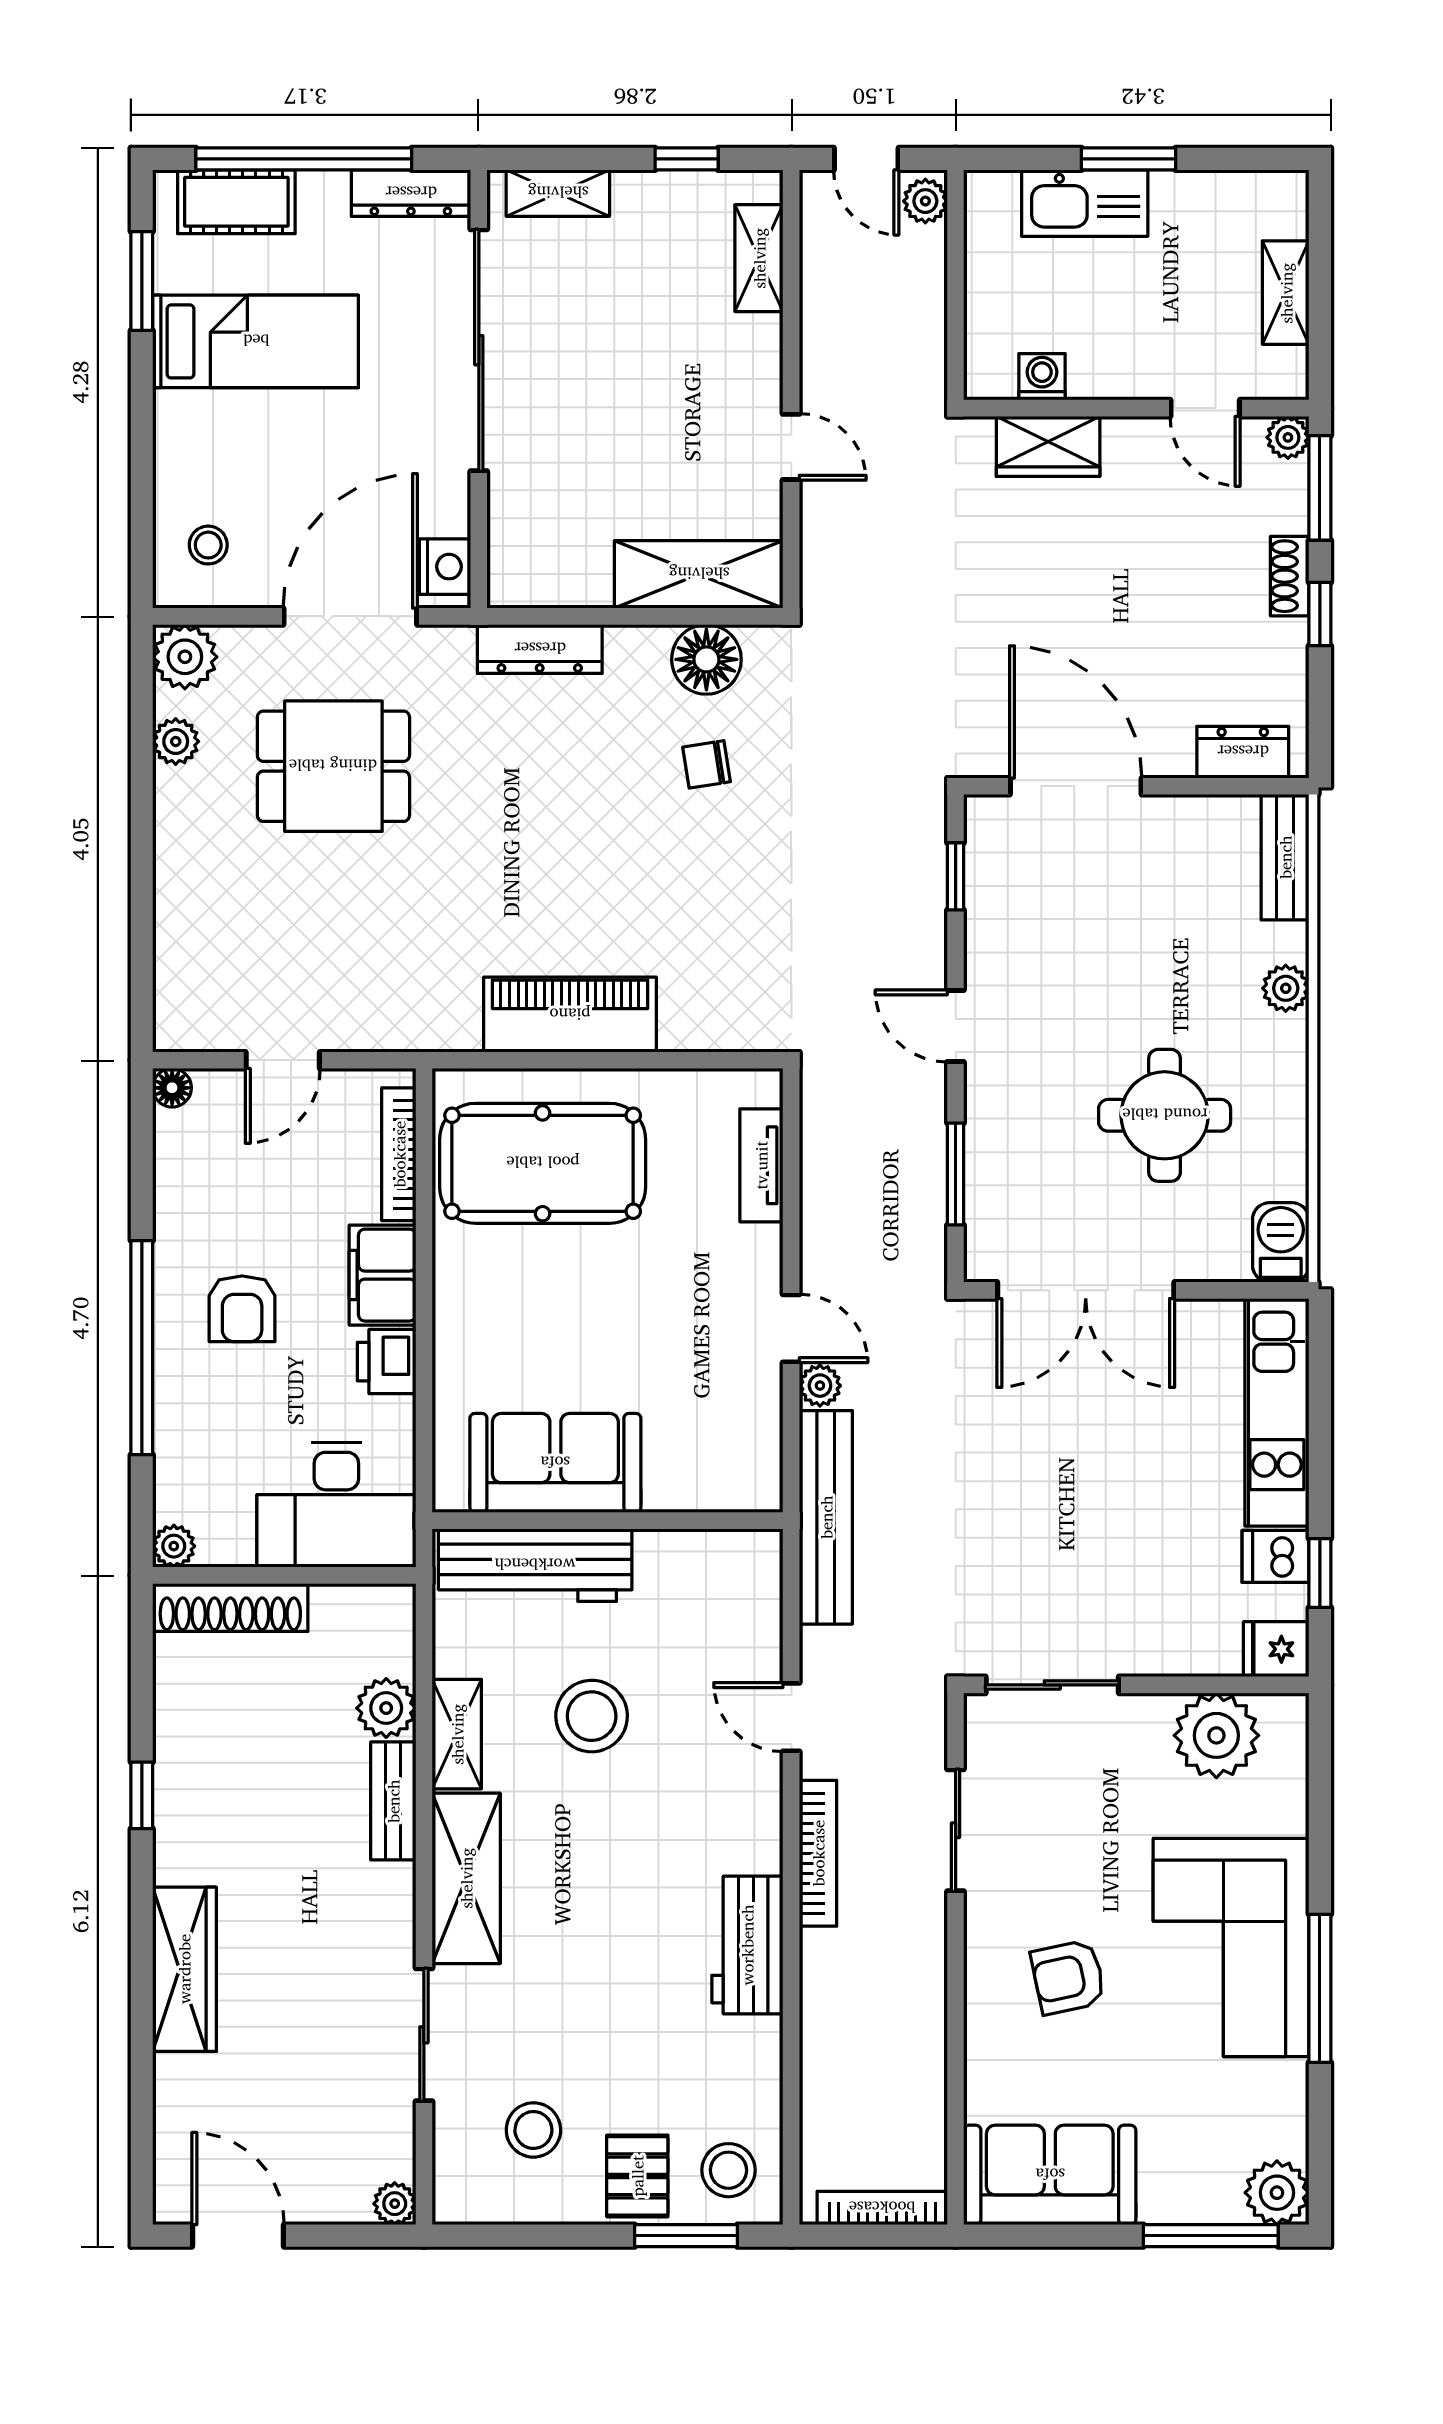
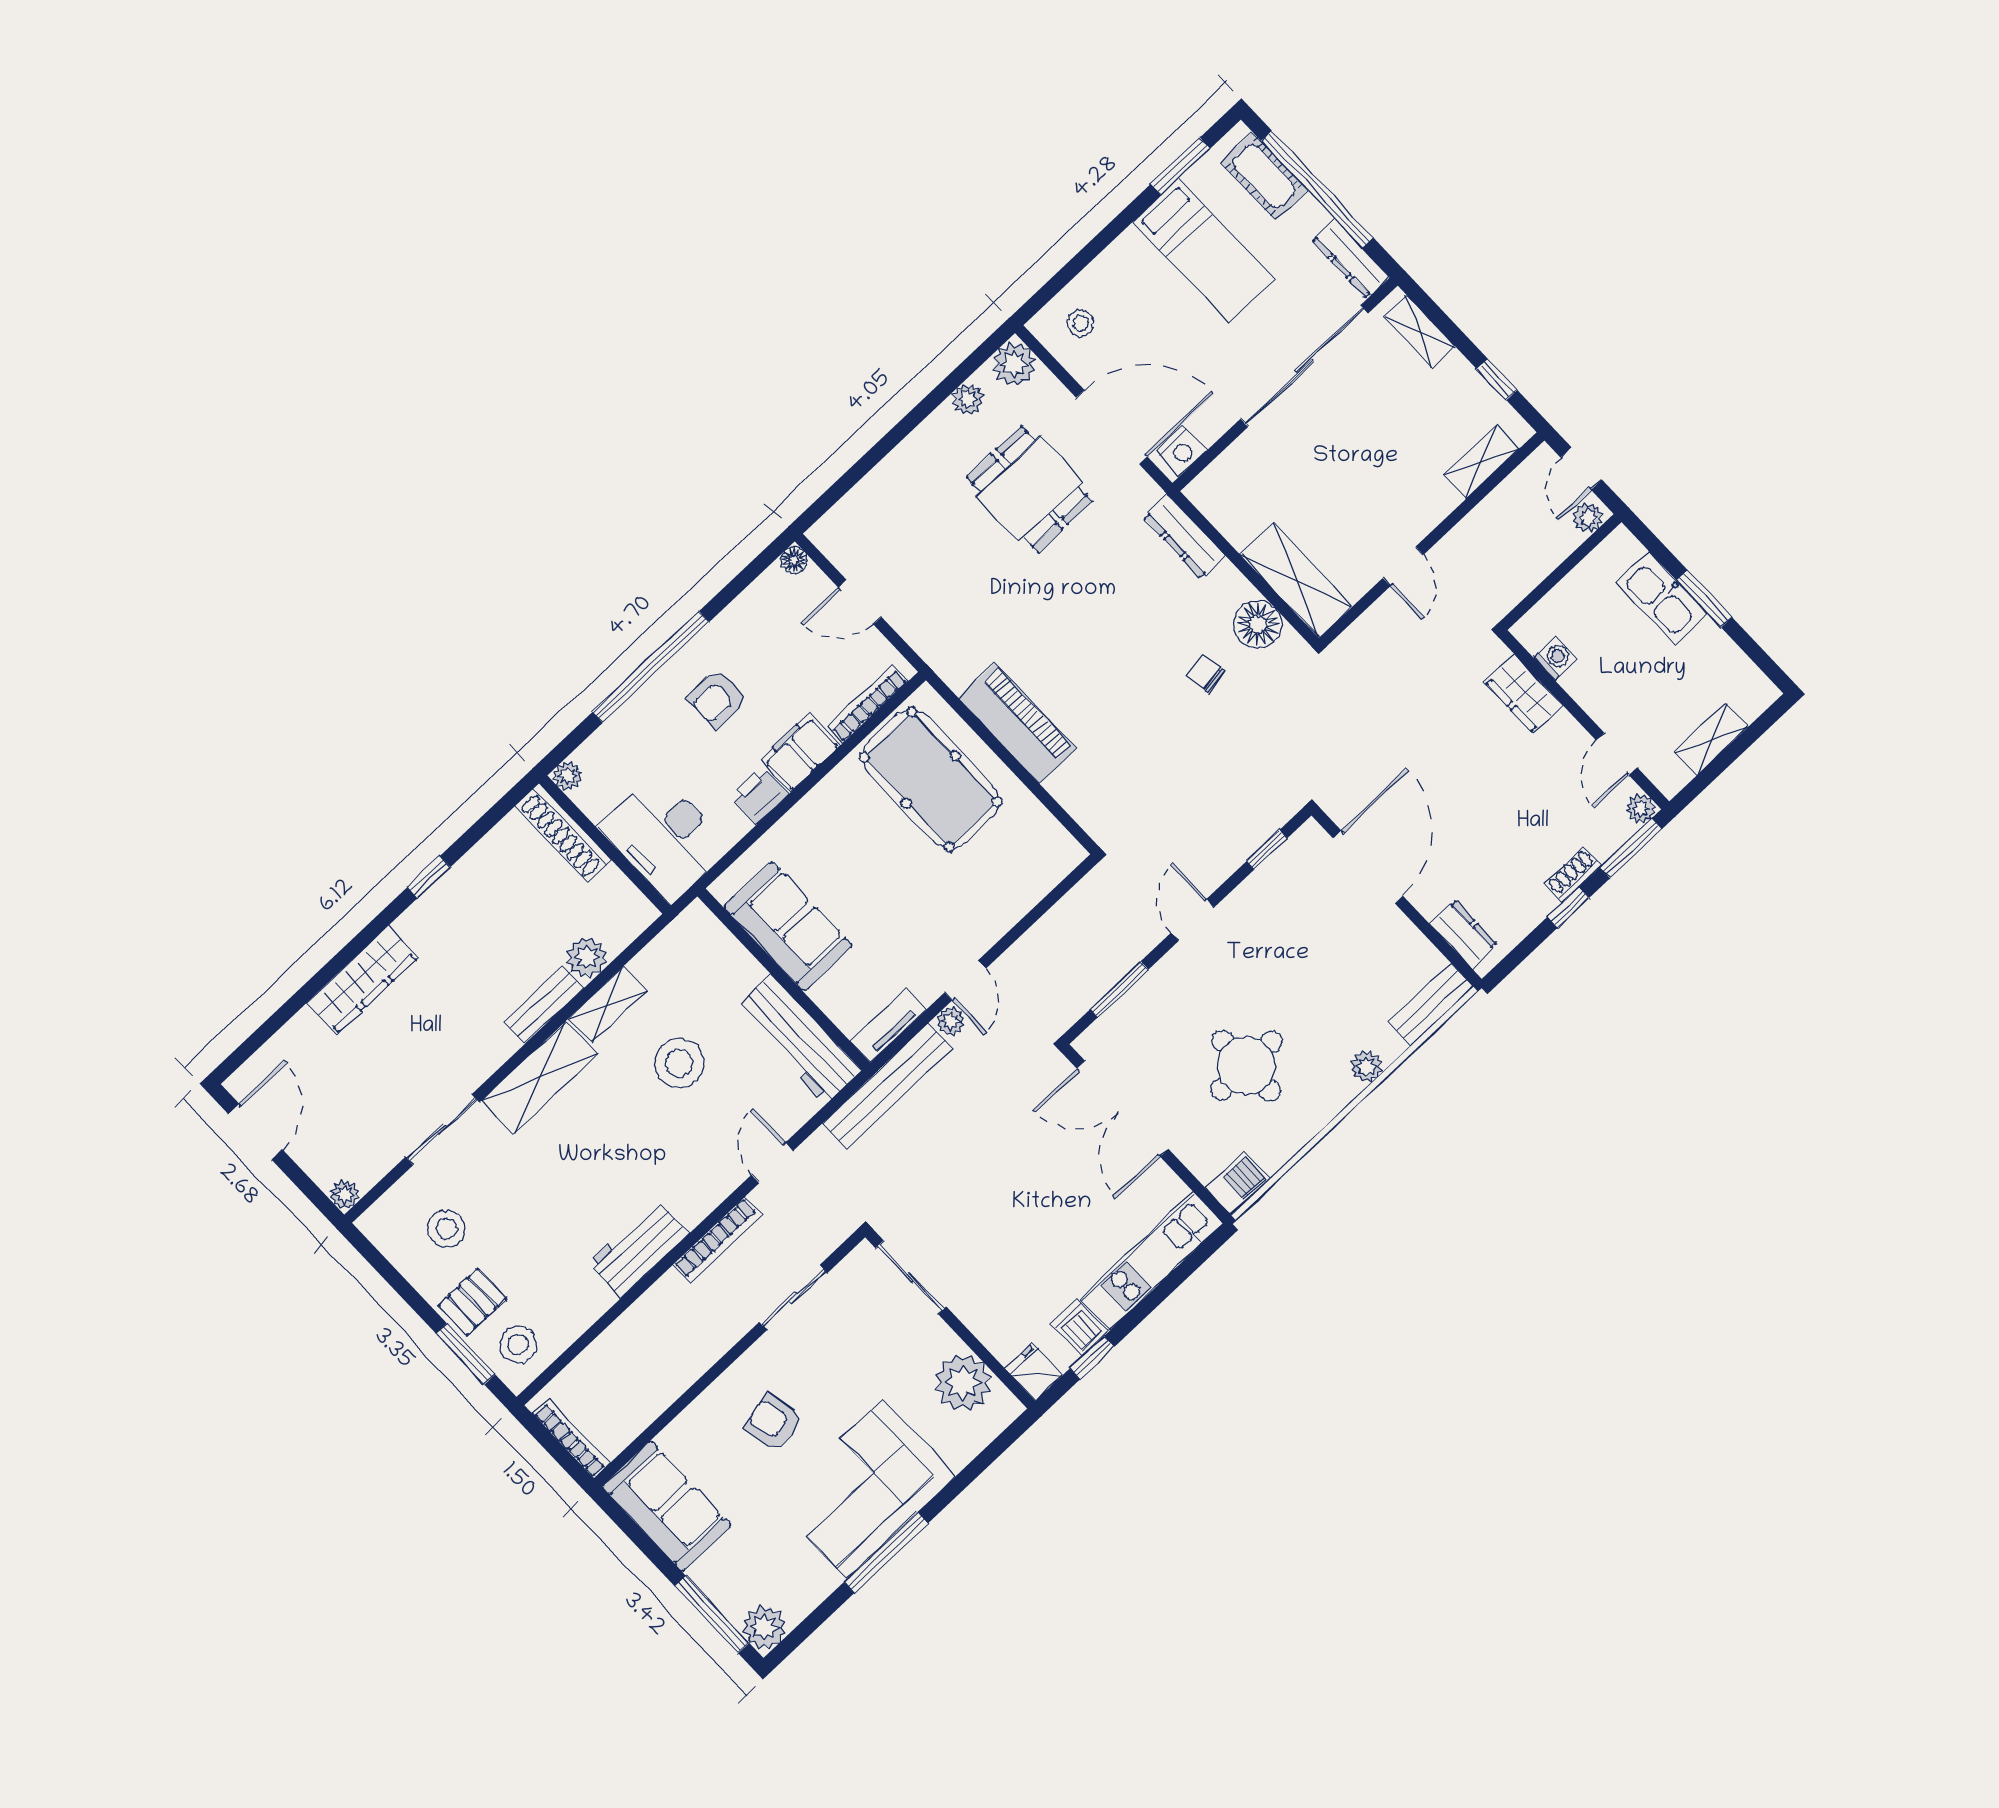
tv unit: (761, 1165) -> (888, 1025), moved
workbench: (535, 1565) -> (799, 1039), moved

